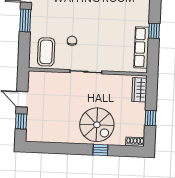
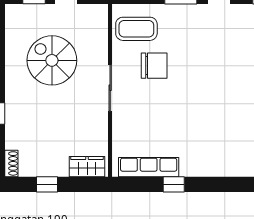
chair: (72, 41) -> (154, 66), width x1.87, depth x1.87
spiral stairs: (97, 125) -> (52, 60), moved, turned 90

